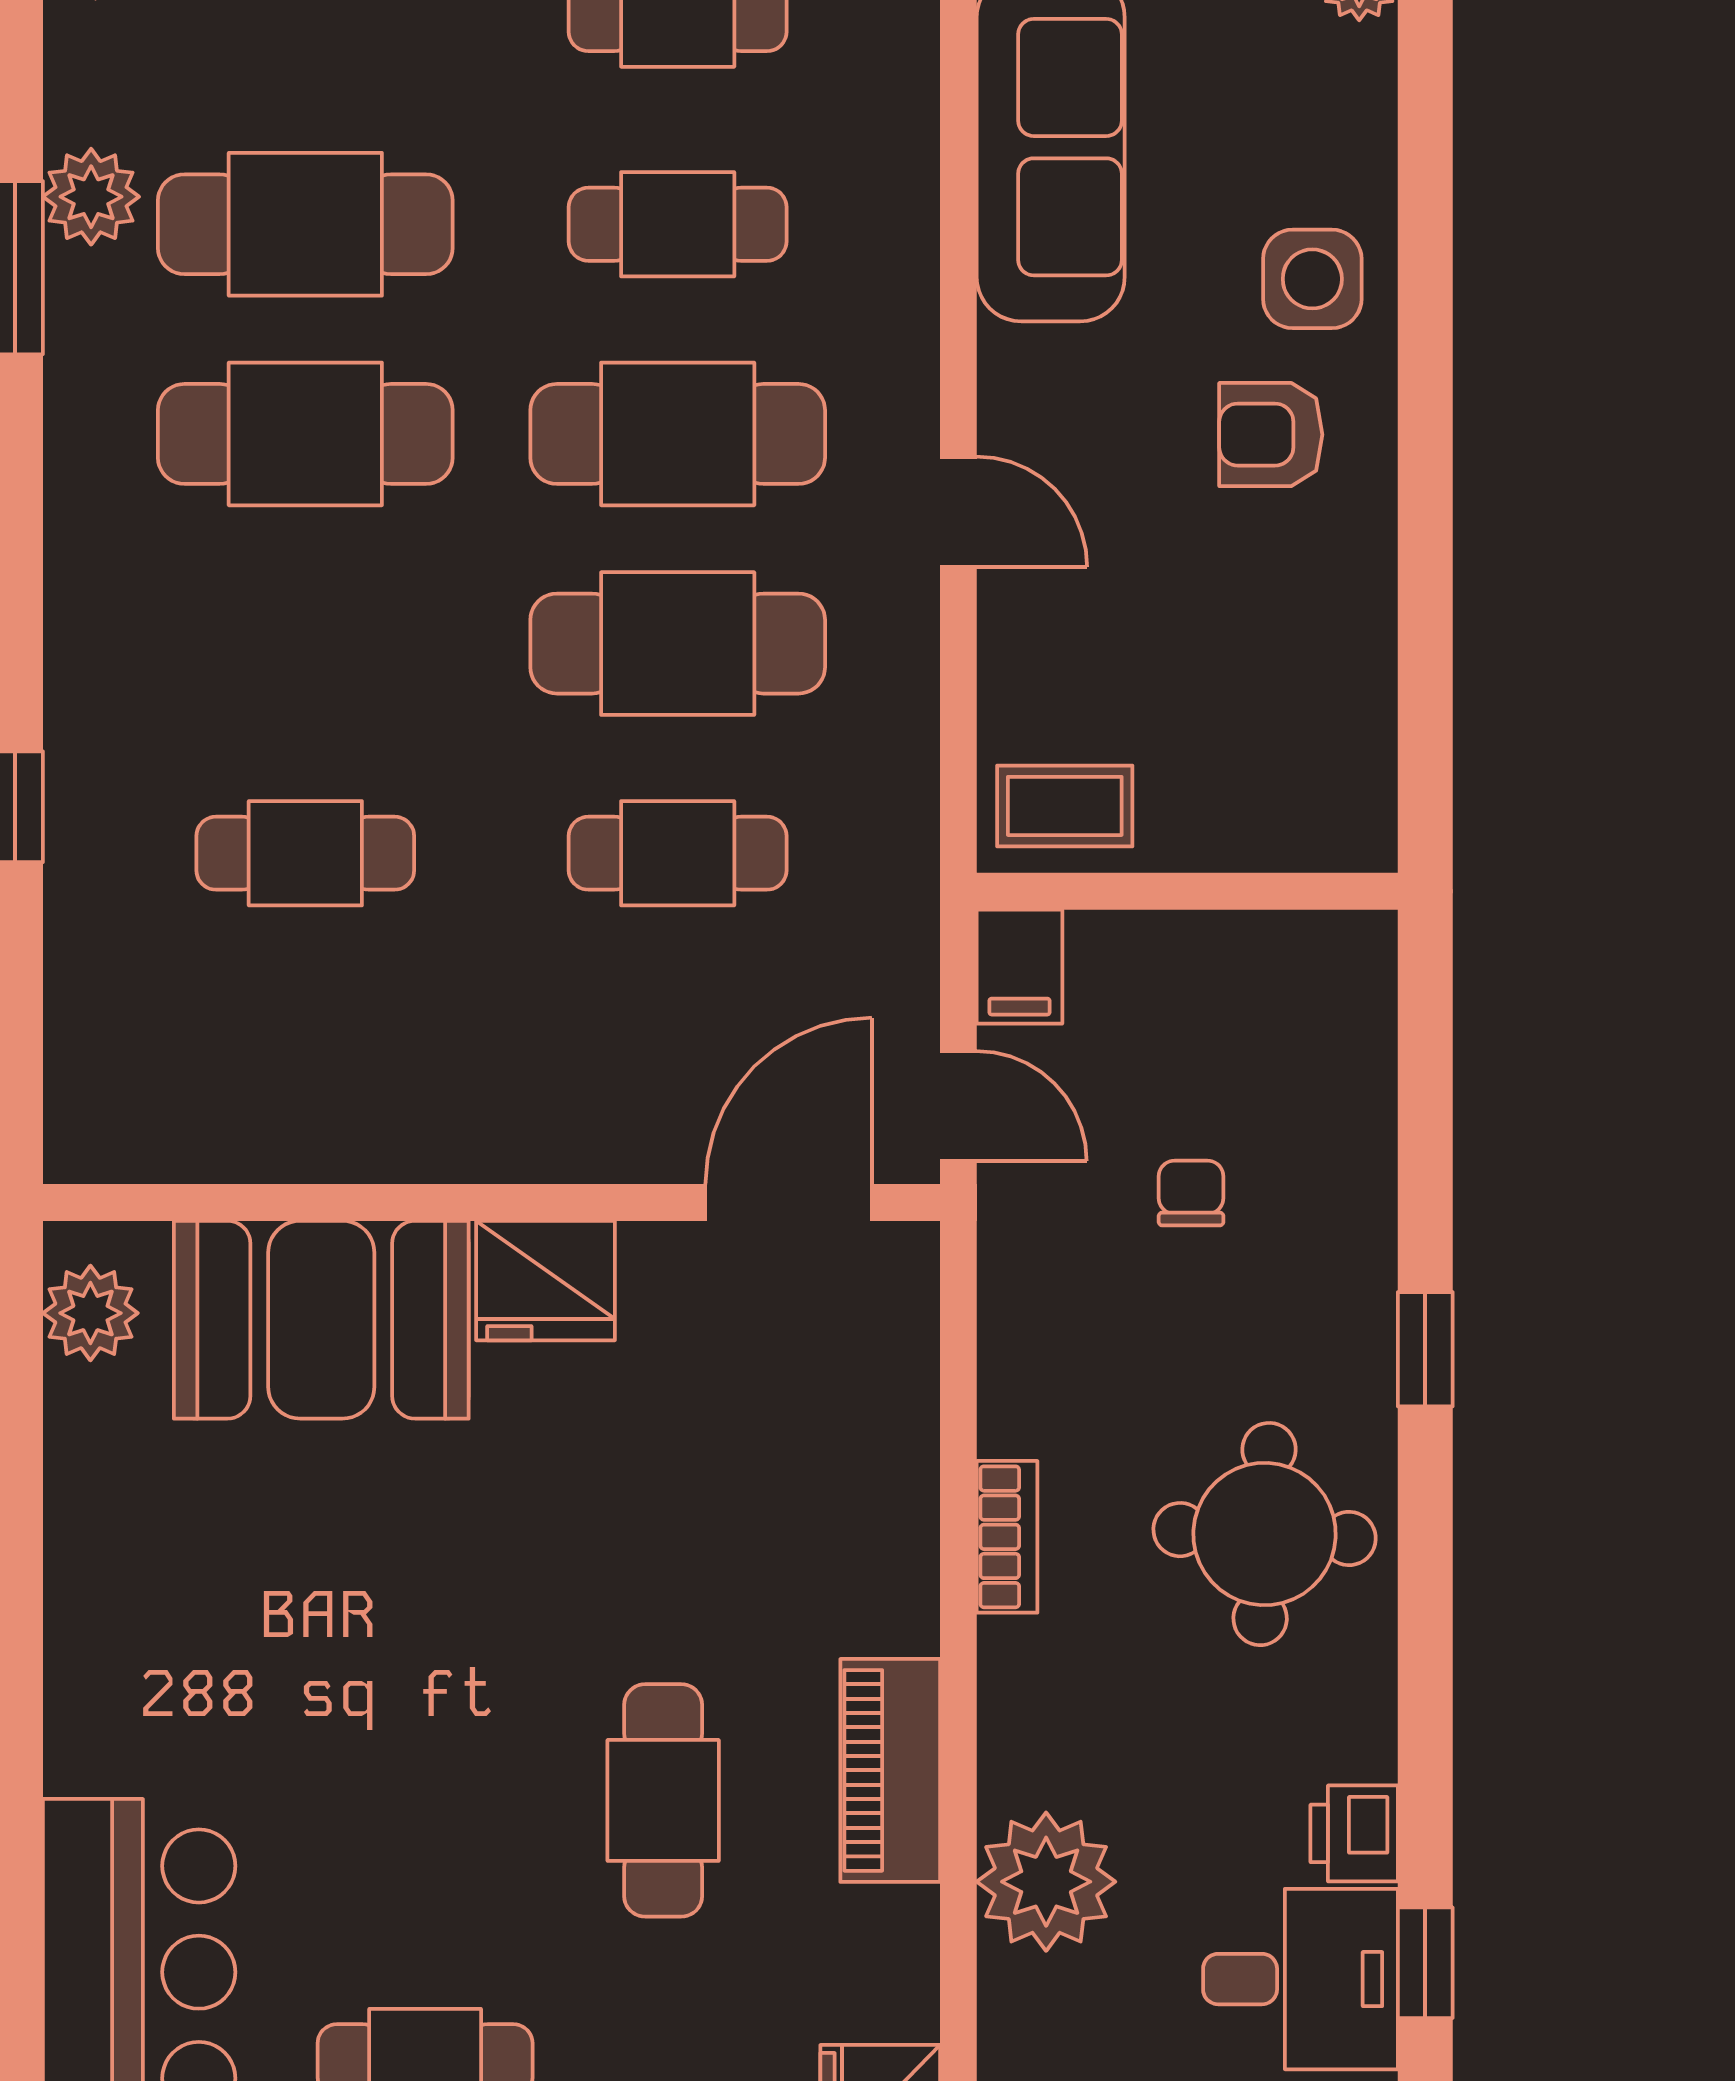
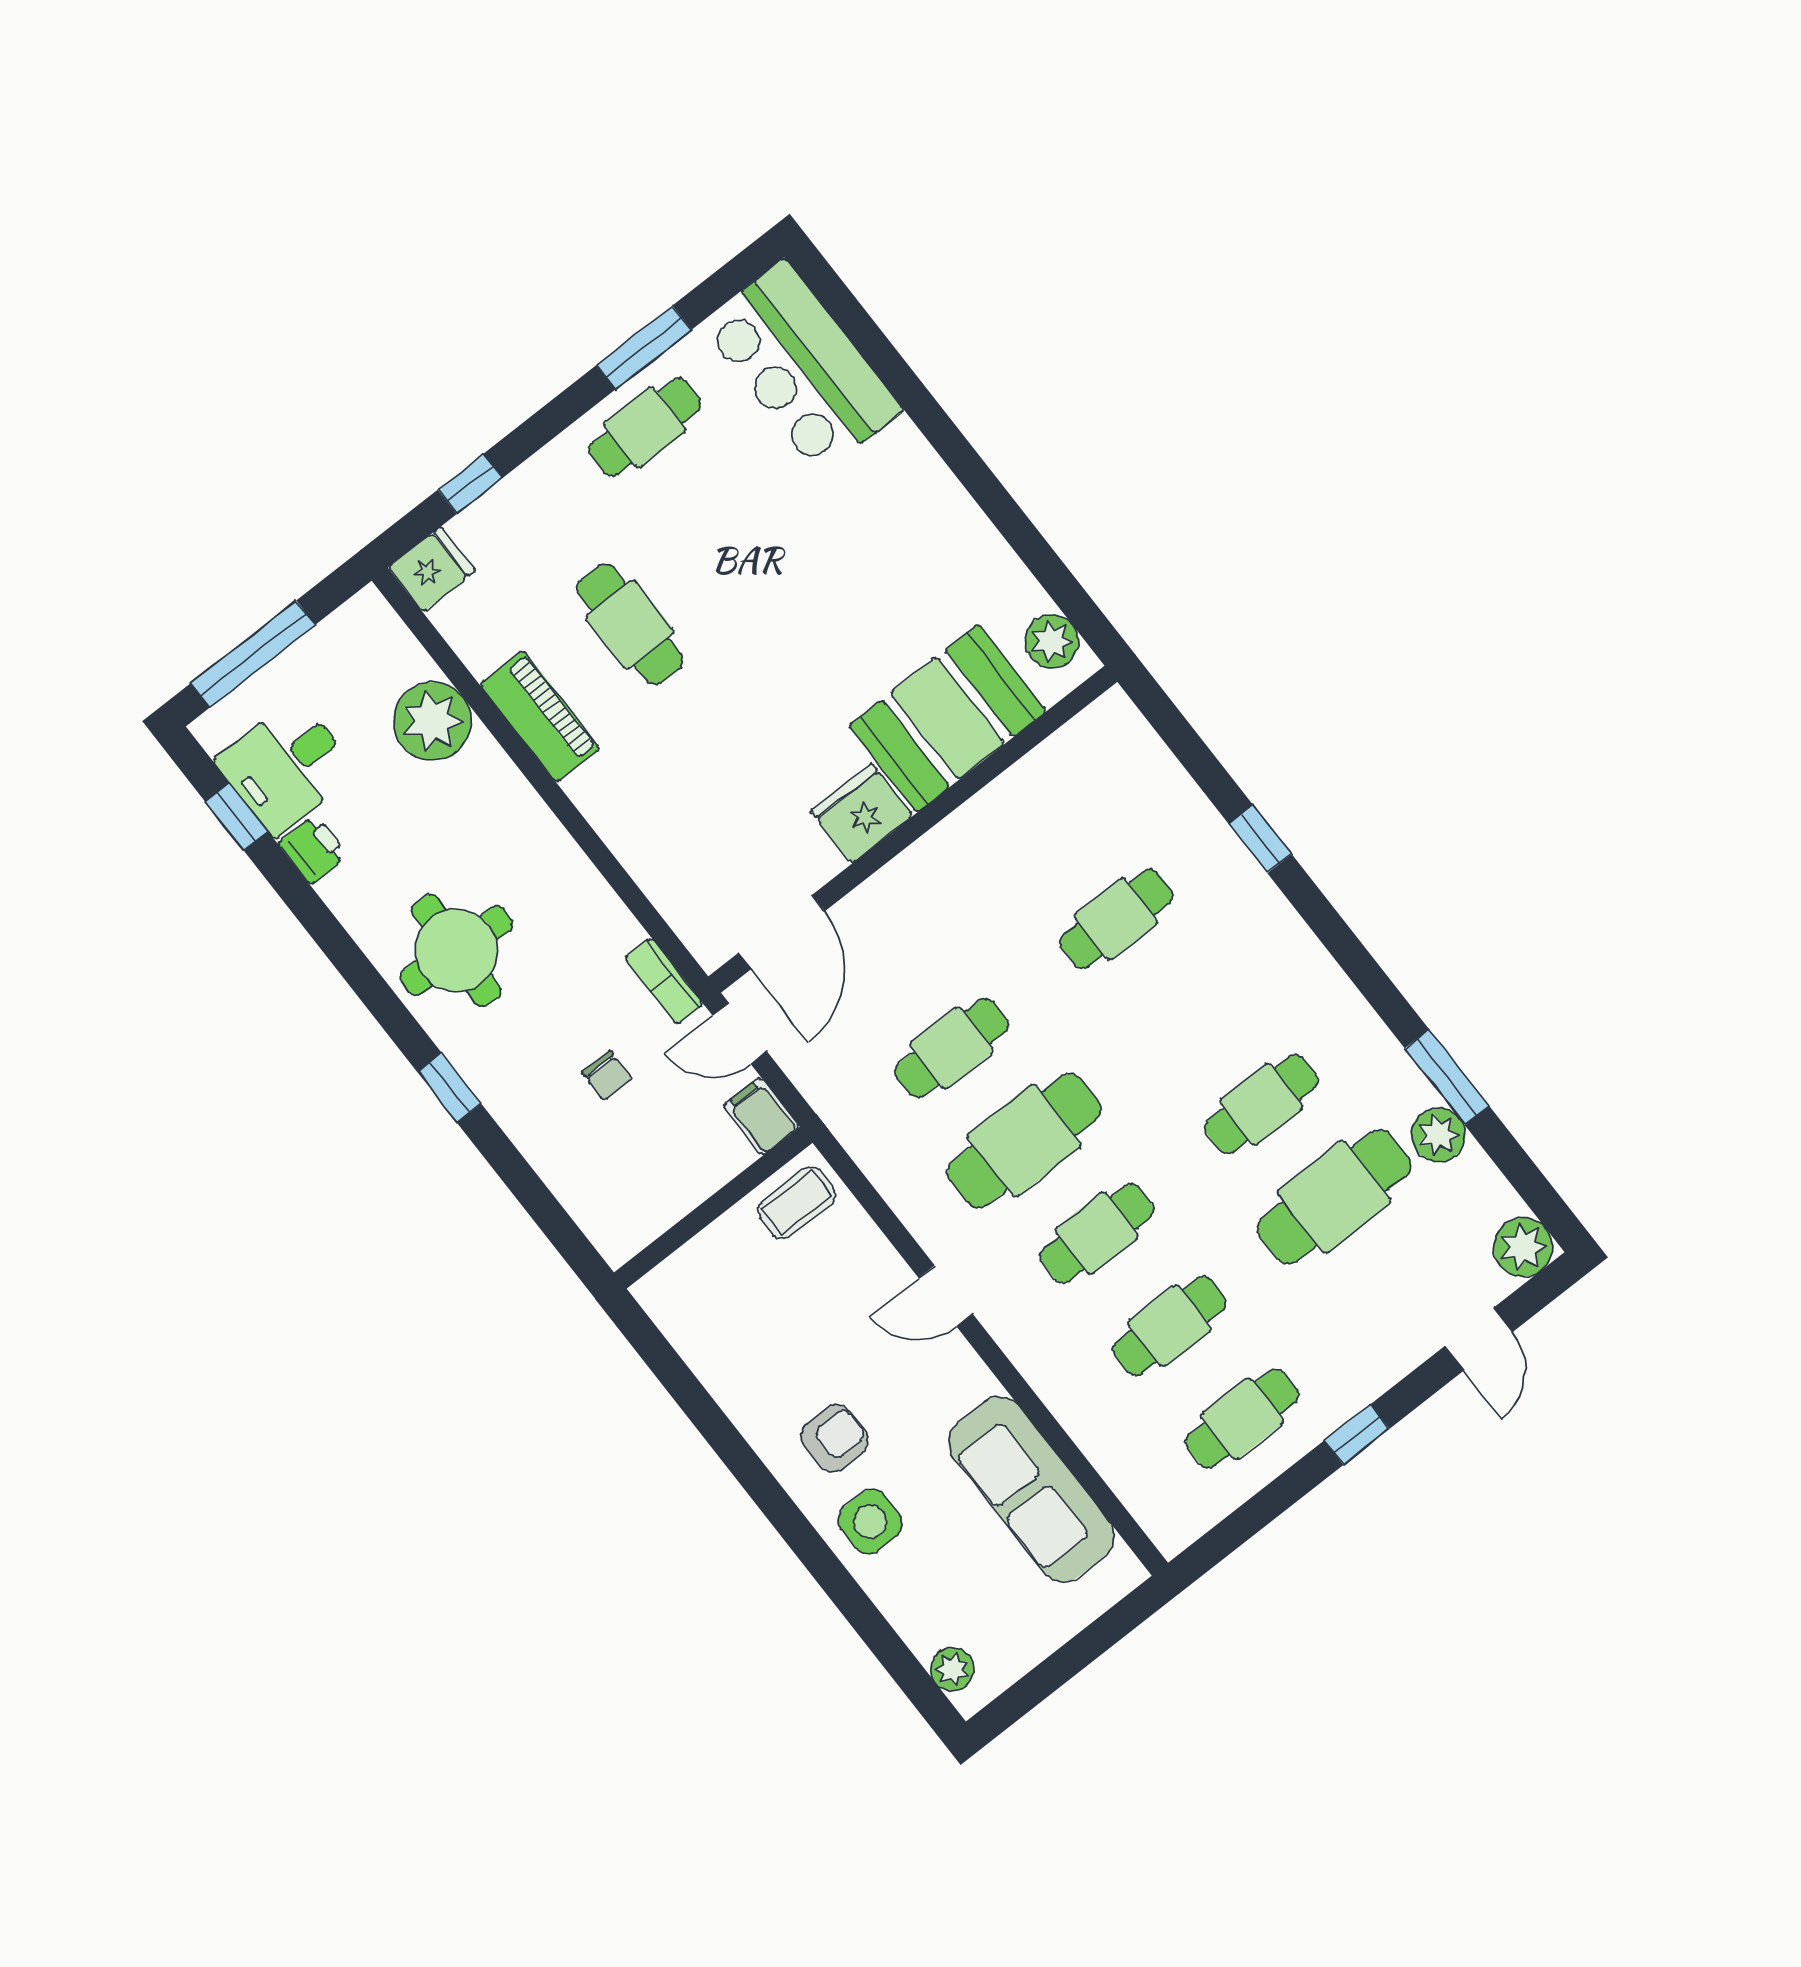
cafe table: (305, 434) -> (1261, 1104), width x0.73, depth x0.74
cafe table: (678, 434) -> (1097, 1233), width x0.73, depth x0.74
bookcase: (1007, 1537) -> (664, 981), moved

